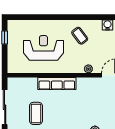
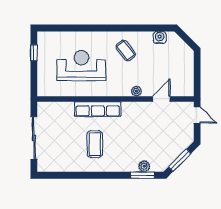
coffee table: (36, 113) -> (95, 144), moved

